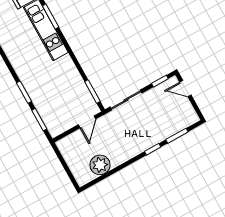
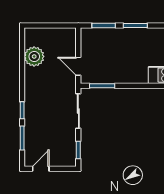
door: (185, 89) -> (41, 169), moved

